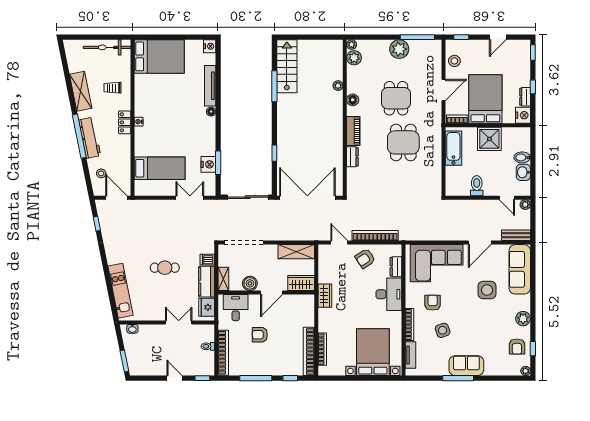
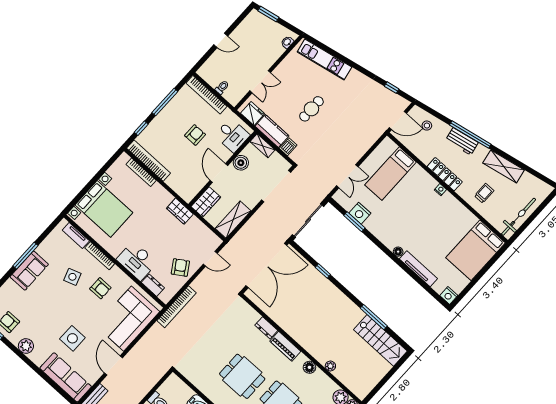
locker: (125, 122) -> (445, 174), width x1.53
workbench: (90, 138) -> (462, 141), width x0.73
bookcase: (375, 236) -> (177, 307), moved
window: (202, 378) -> (202, 61), removed

